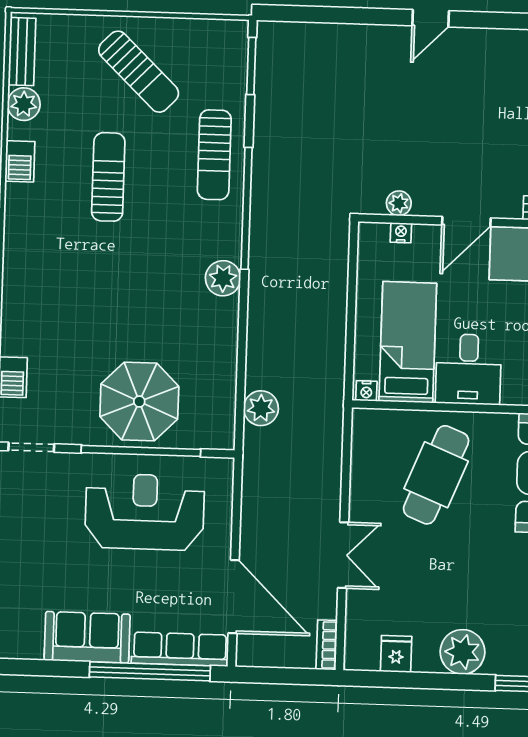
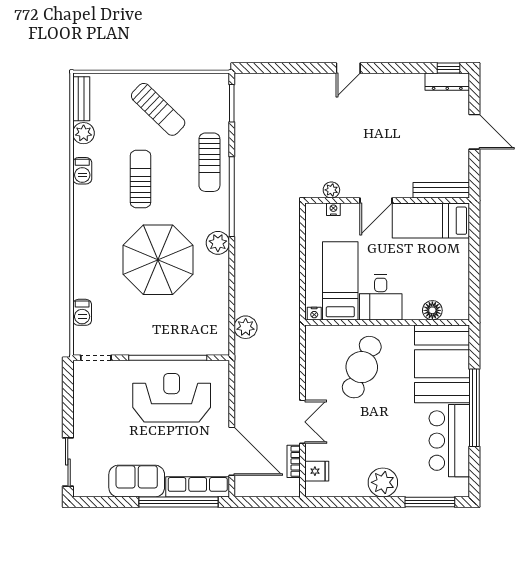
parasol: (139, 402) -> (158, 260), moved, width x1.36, depth x1.36
bookcase: (327, 645) -> (294, 461), moved
fridge: (396, 654) -> (317, 471), moved, turned 90

